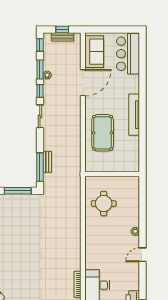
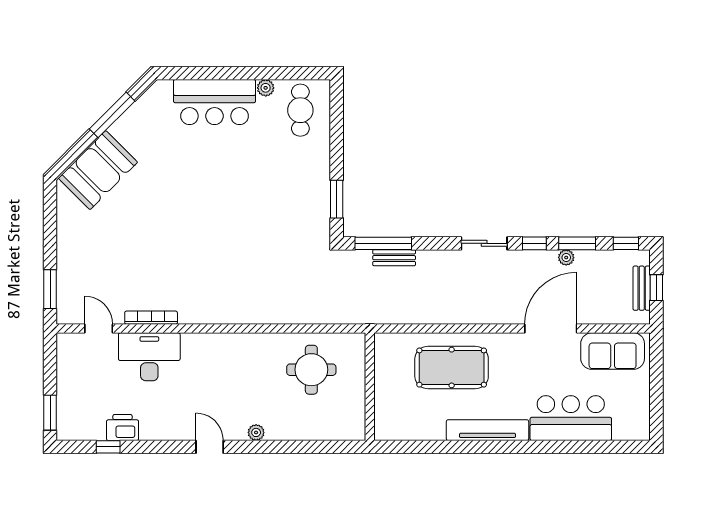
bar counter: (128, 54) -> (571, 418), moved
door: (83, 83) -> (551, 329), swing flipped
window: (18, 191) -> (337, 199), width x0.69

